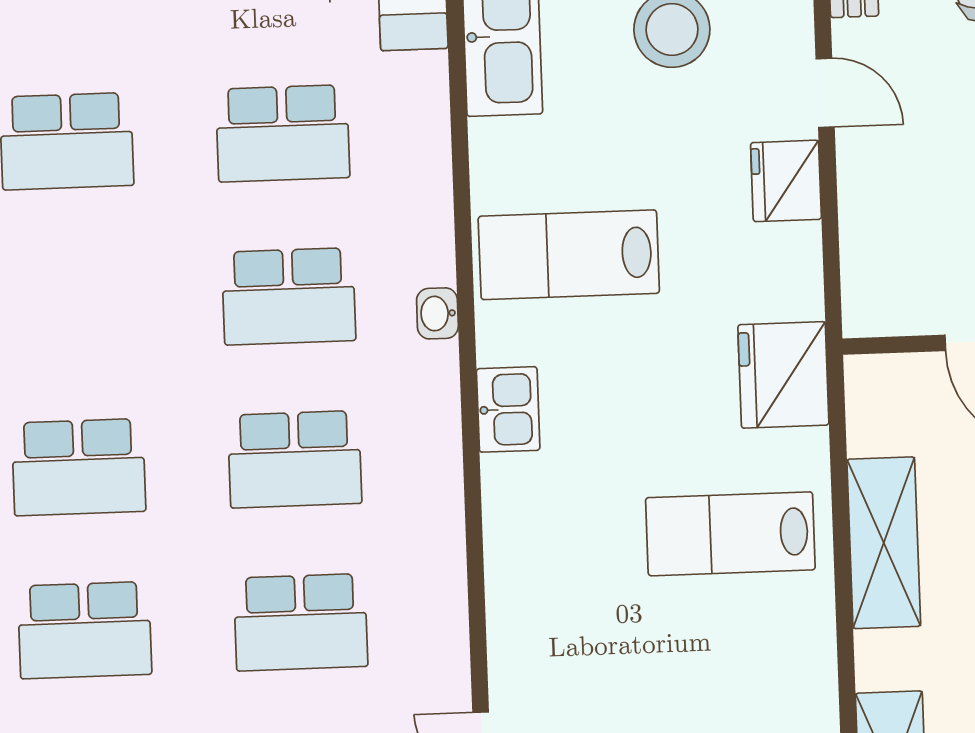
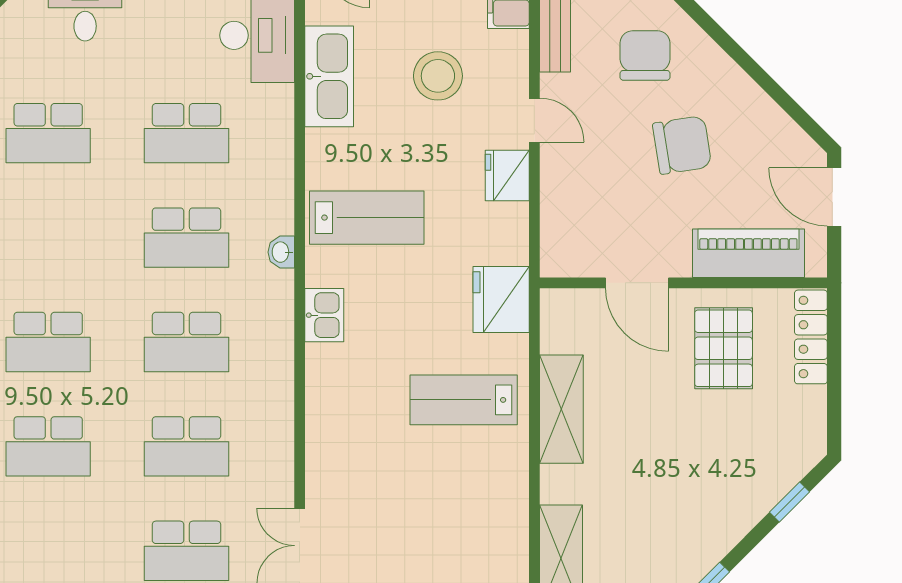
lab bench: (569, 255) -> (367, 218), turned 180

